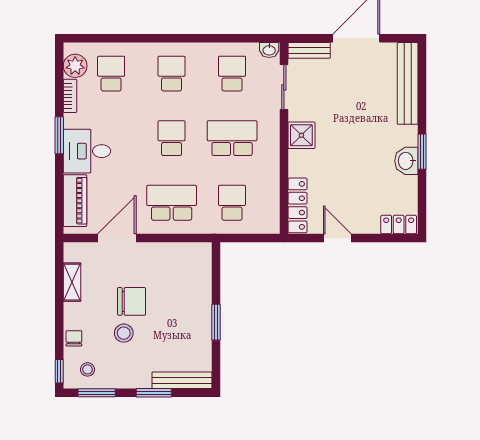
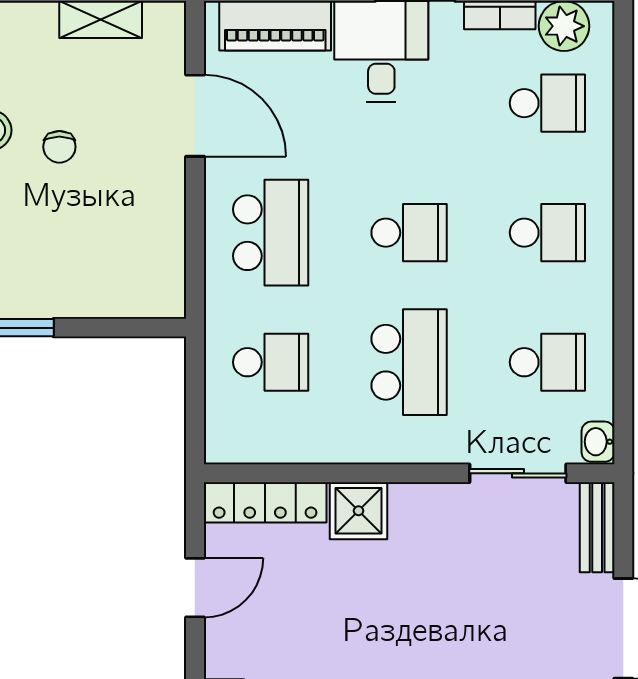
shower: (301, 135) -> (359, 511), moved
chair: (131, 301) -> (59, 147), width x0.54, depth x0.54

